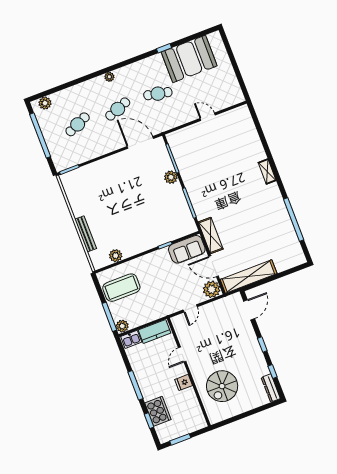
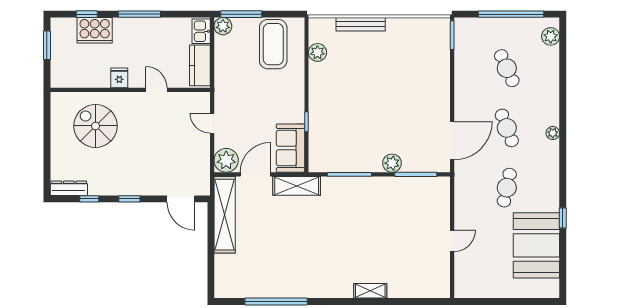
shelving: (267, 172) -> (370, 291), moved

